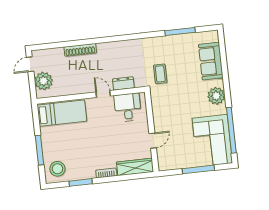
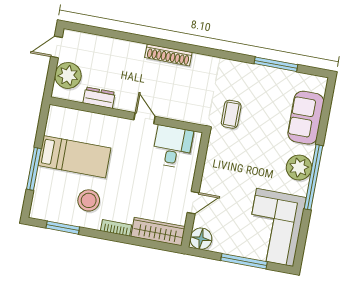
shoe rack: (80, 50) -> (168, 55), moved
dresser: (123, 83) -> (99, 98), moved
bed: (62, 113) -> (75, 157), moved
window: (231, 130) -> (313, 177), moved
floor lamp: (165, 163) -> (201, 239), added
stool: (57, 169) -> (89, 200), moved
window: (81, 182) -> (63, 228), moved

